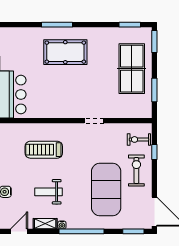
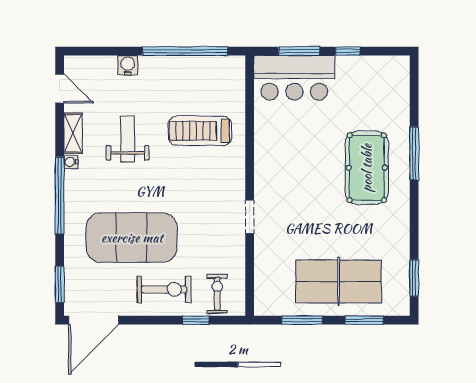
window: (154, 41) -> (364, 320), moved
treadmill: (44, 150) -> (200, 131), turned -90

